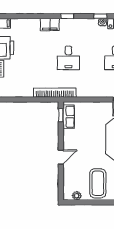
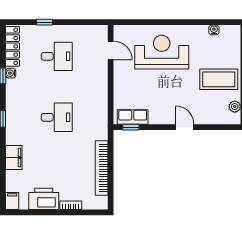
filing cabinet: (50, 25) -> (14, 157), moved
bookcase: (55, 93) -> (102, 168), moved

